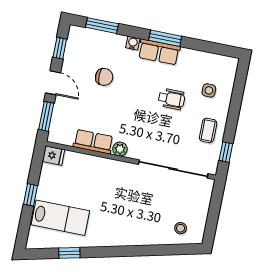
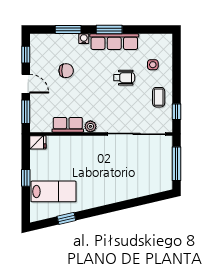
window: (102, 26) -> (68, 30), moved
row of seats: (159, 52) -> (114, 42), width x1.48
window: (213, 214) -> (176, 164), added
stool: (181, 228) -> (152, 180), removed

